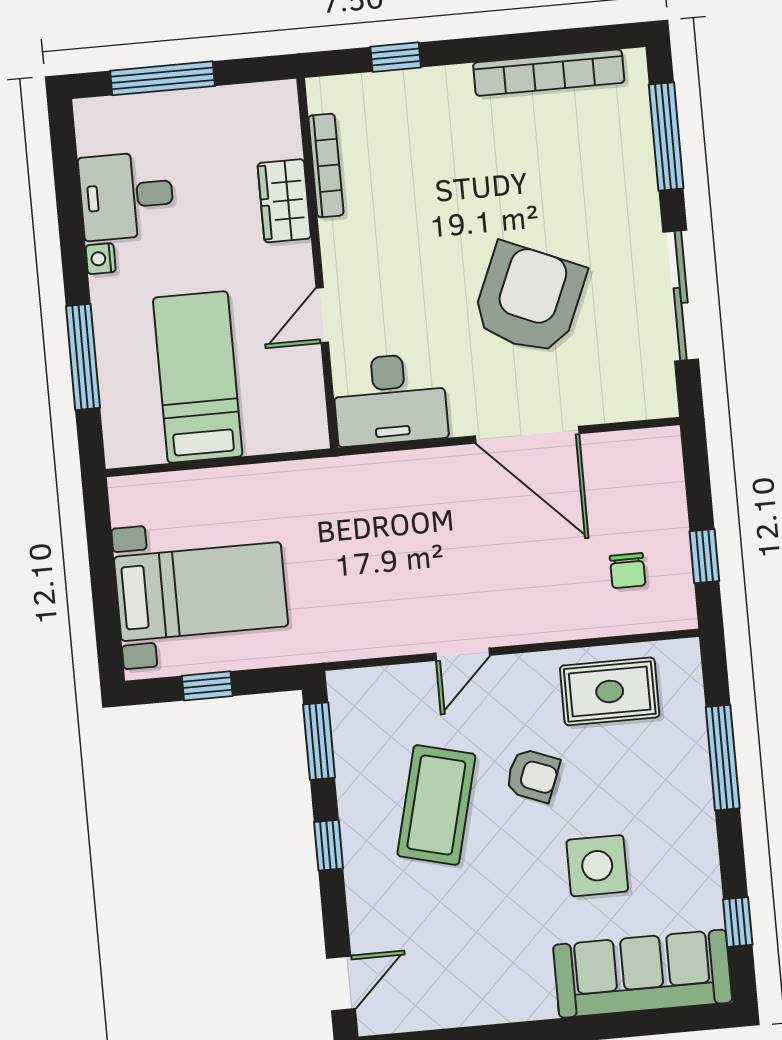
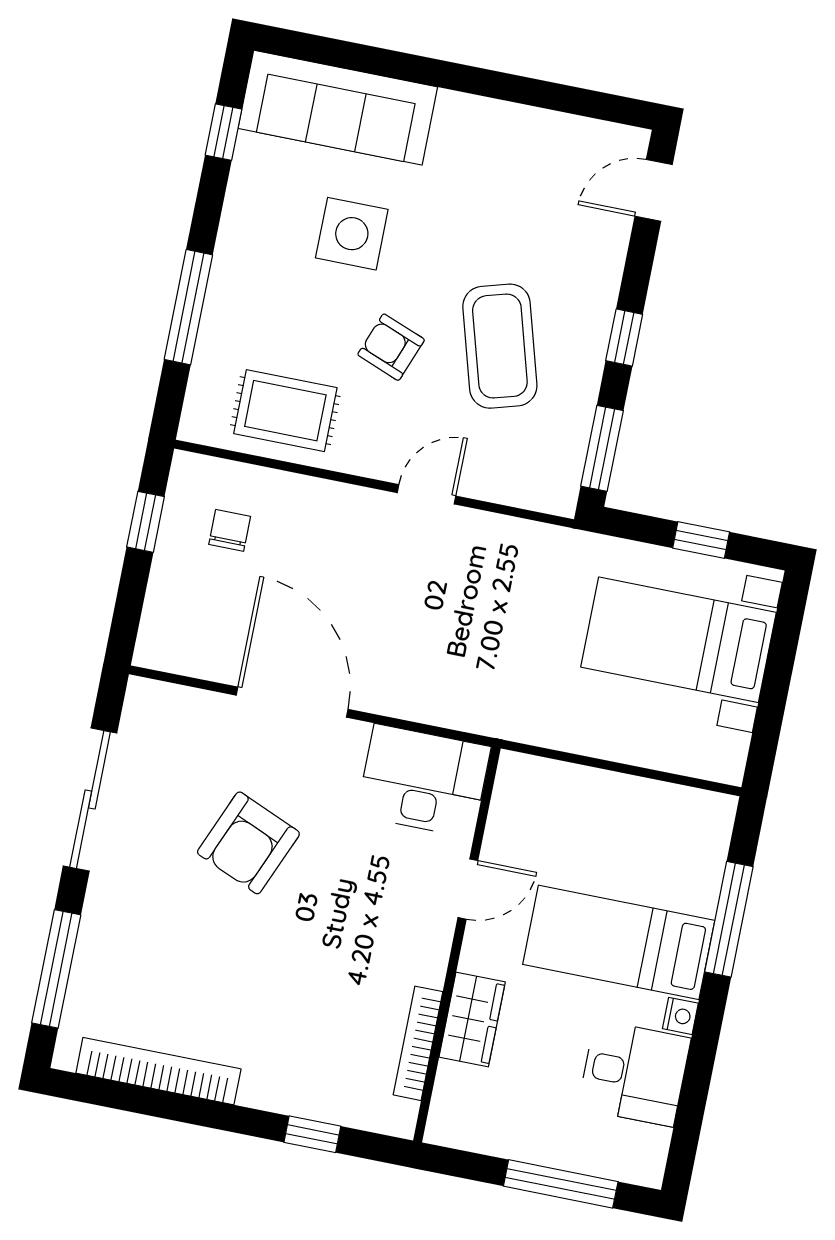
armchair: (529, 299) -> (248, 843), width x0.73, depth x0.73
bed: (198, 377) -> (619, 942), moved, turned 90
coffee table: (436, 805) -> (500, 346), turned -30

